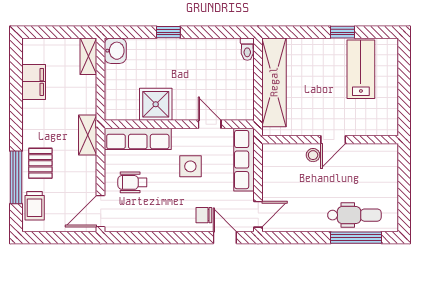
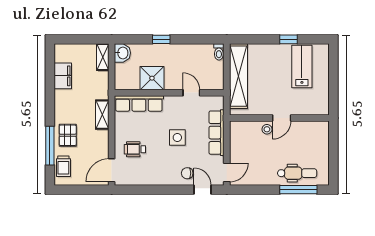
shower: (156, 104) -> (152, 78), moved
wall: (179, 124) -> (169, 93), moved
door: (210, 124) -> (191, 93), moved
row of seats: (138, 139) -> (139, 103), moved

